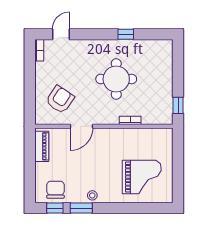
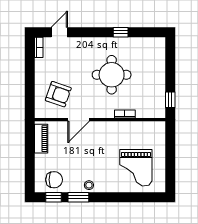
armchair: (60, 99) -> (58, 94), turned 75
grand piano: (142, 177) -> (136, 168), turned 90
chair: (56, 190) -> (54, 180), turned 90

